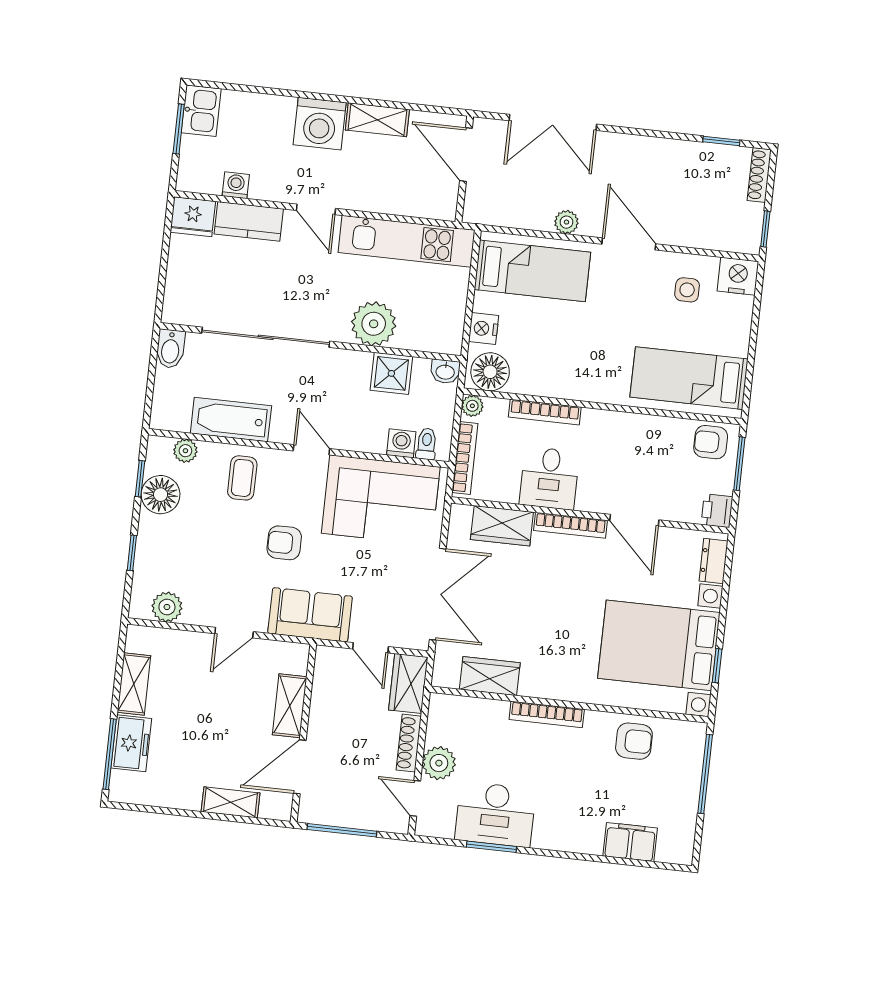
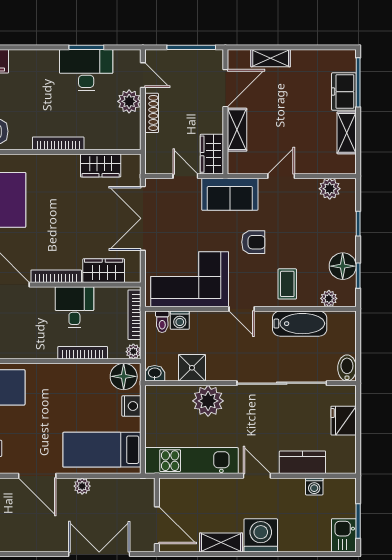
fridge: (193, 217) -> (344, 421), moved, turned -90
wardrobe: (408, 684) -> (212, 154), moved, turned 180

